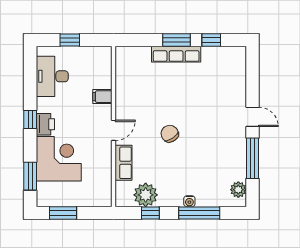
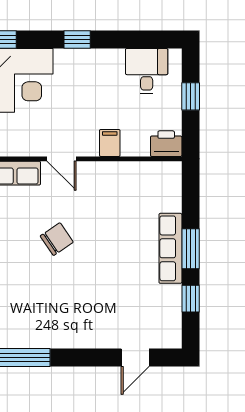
desk: (52, 76) -> (147, 71), width x0.73
door: (252, 117) -> (135, 358), moved
printer: (45, 124) -> (166, 144), moved, turned 180

